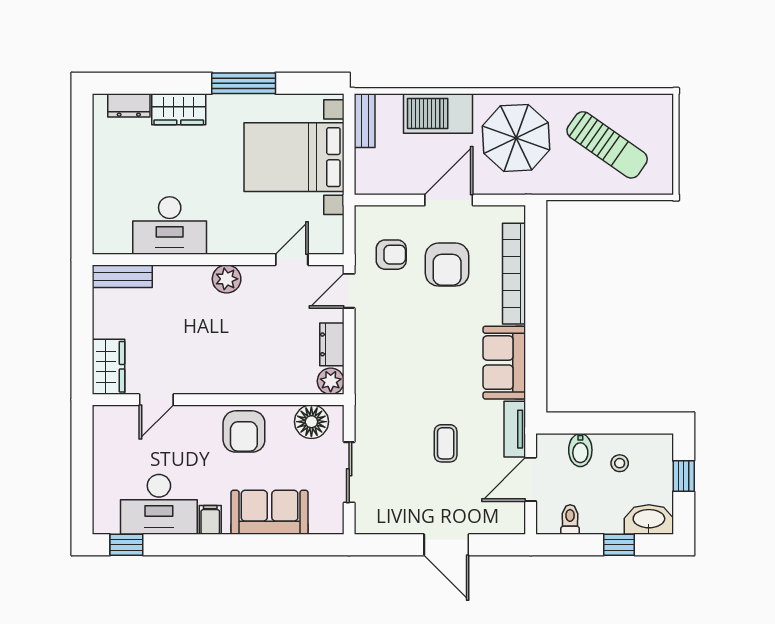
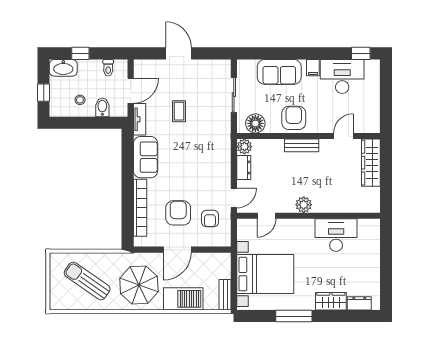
armchair: (391, 255) -> (210, 219), turned -90
bench: (122, 276) -> (302, 145), moved
wardrobe: (108, 367) -> (371, 163), width x1.50

